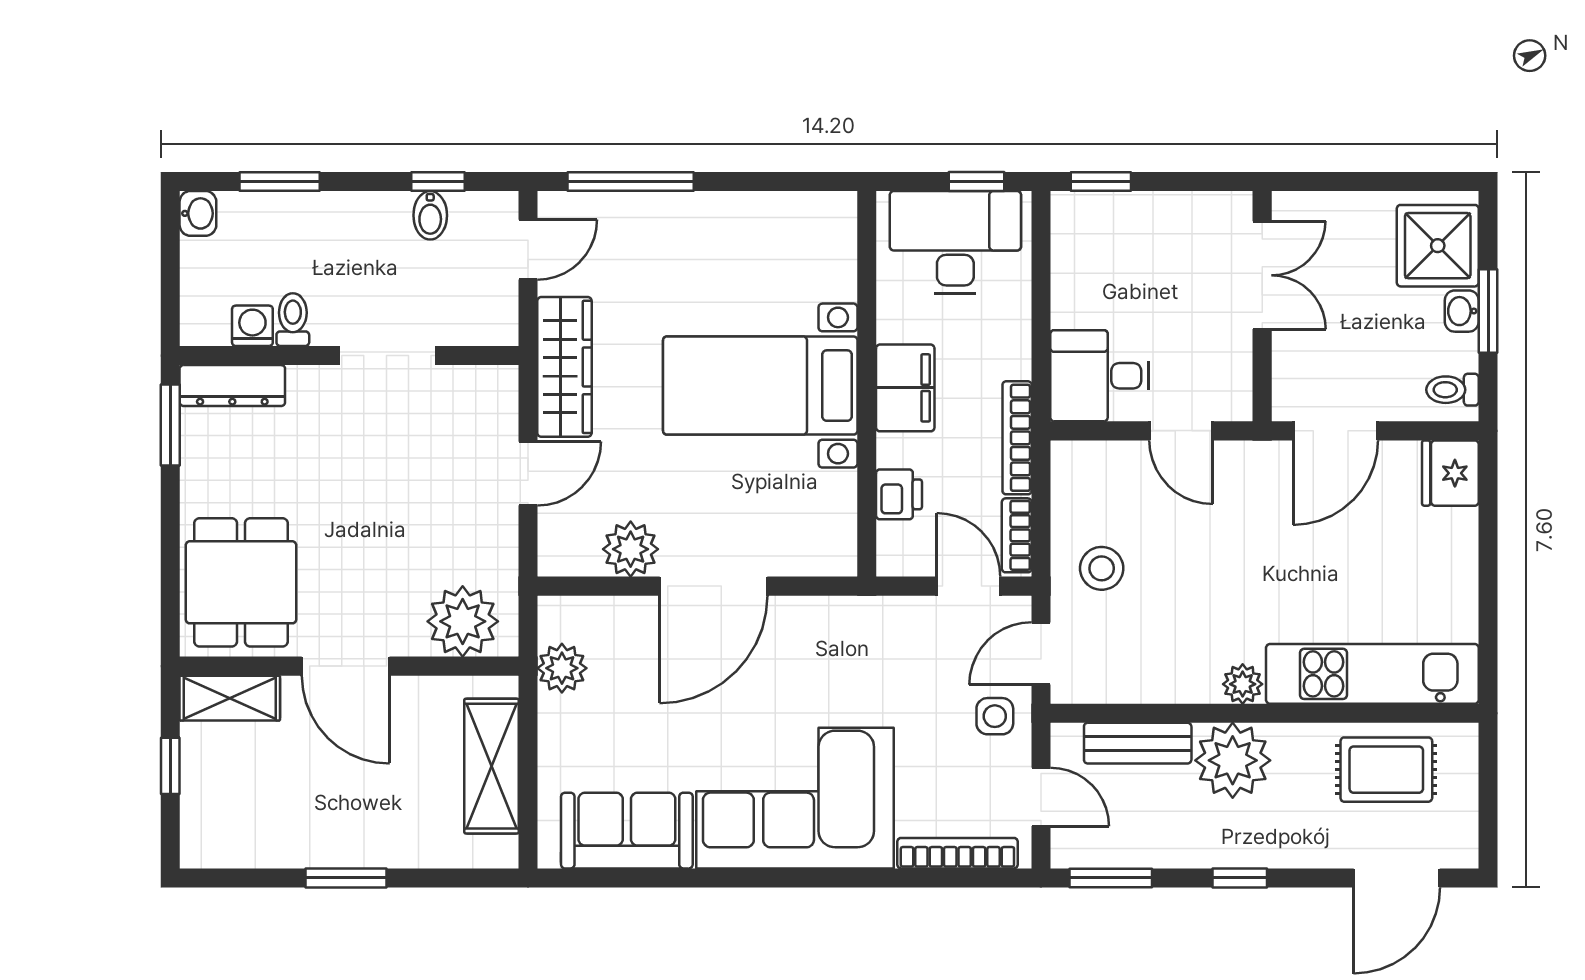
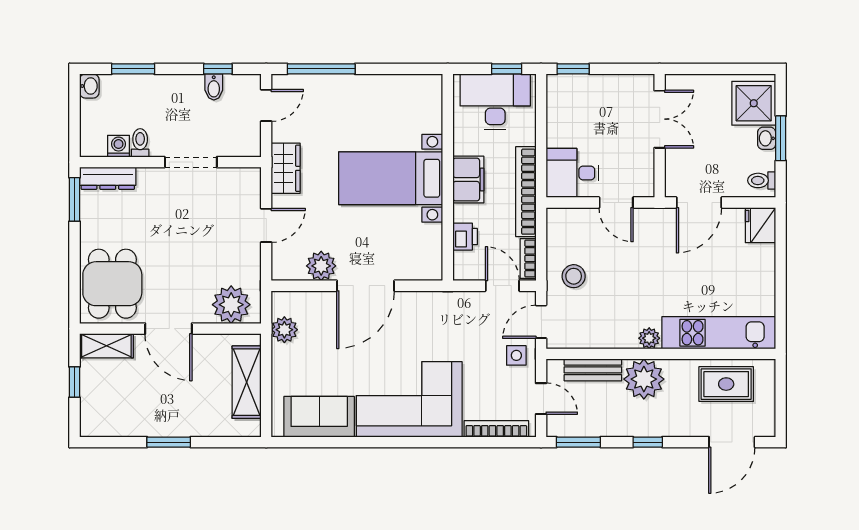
wardrobe: (564, 367) -> (286, 168), width x0.67
bookcase: (1017, 438) -> (526, 192), width x1.48, depth x1.31

